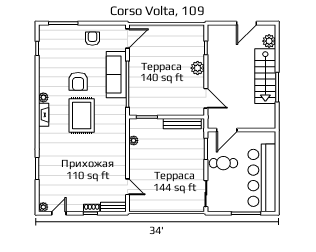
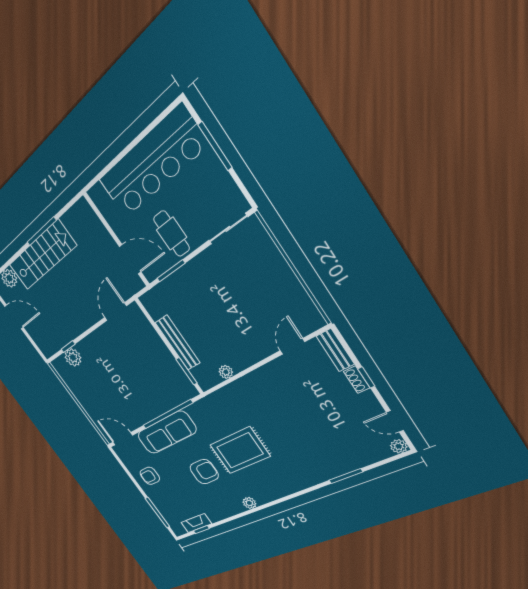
plant: (198, 68) -> (73, 357), moved
fireplace: (44, 115) -> (196, 523), moved
bench: (182, 124) -> (178, 343), moved

